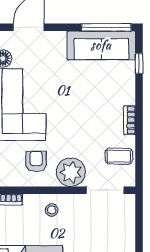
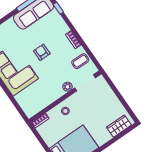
armchair: (36, 161) -> (42, 52), moved
plant: (71, 172) -> (68, 87), width x0.53, depth x0.53

